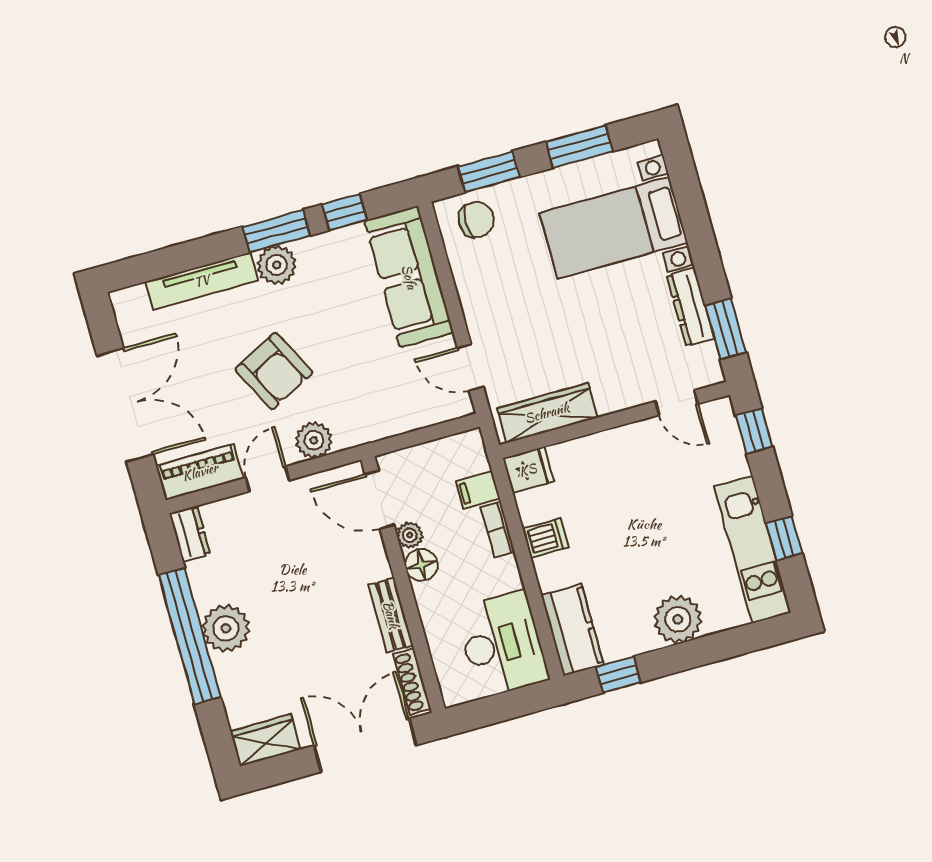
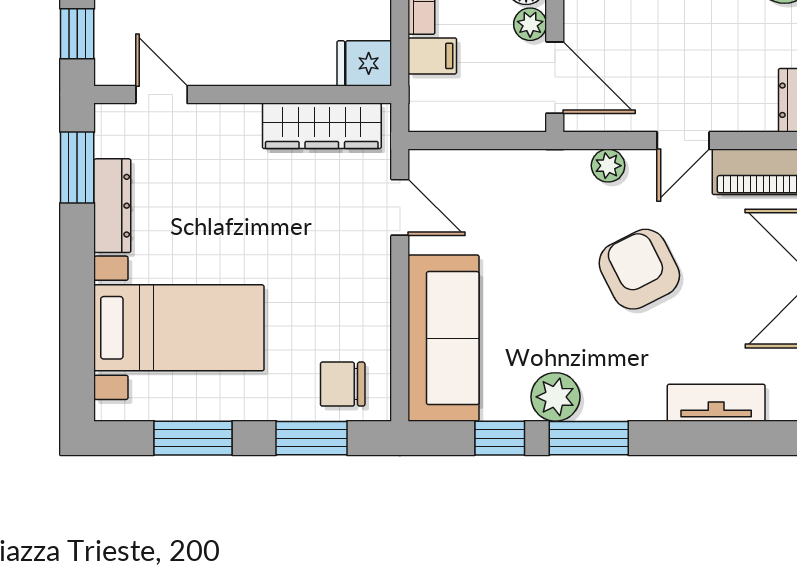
plant: (277, 265) -> (555, 397), moved
tv unit: (202, 281) -> (716, 403), width x0.71
plant: (314, 440) -> (608, 166), width x0.73, depth x0.73

